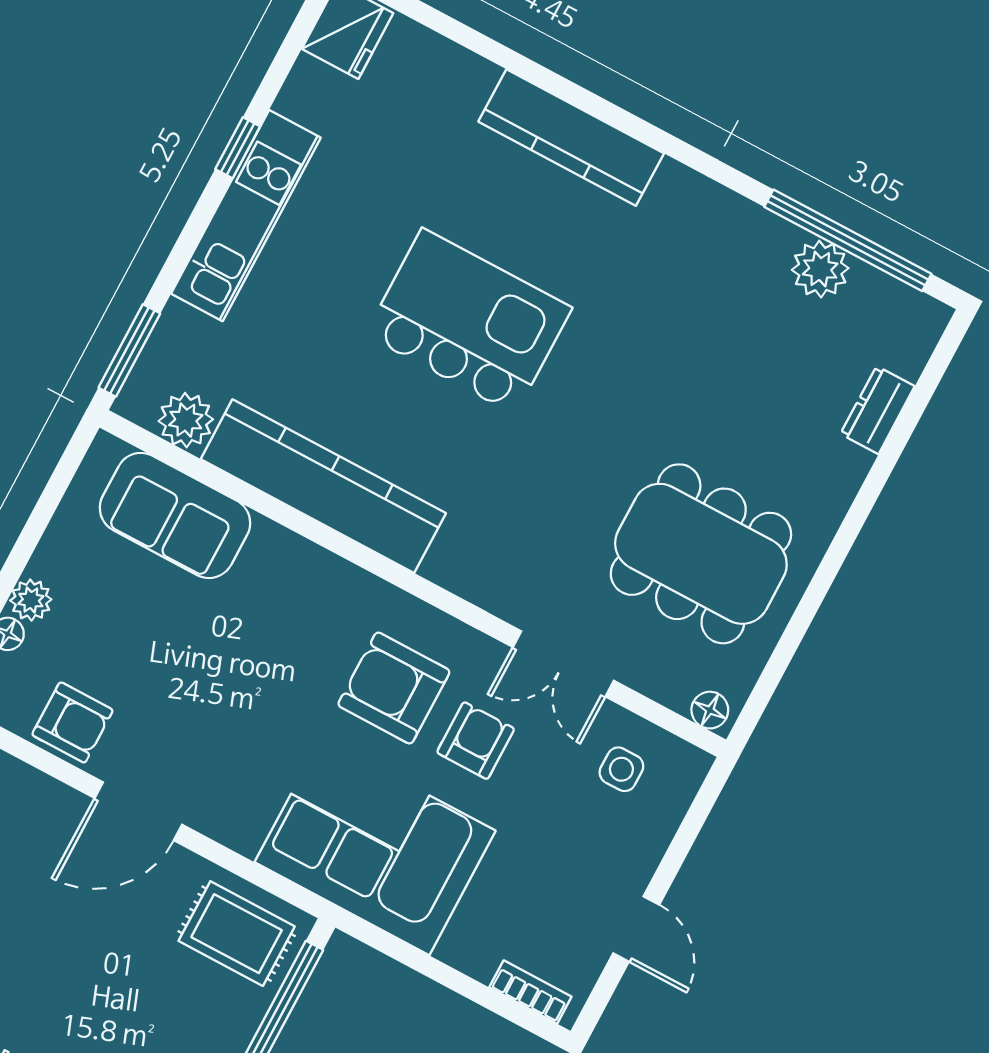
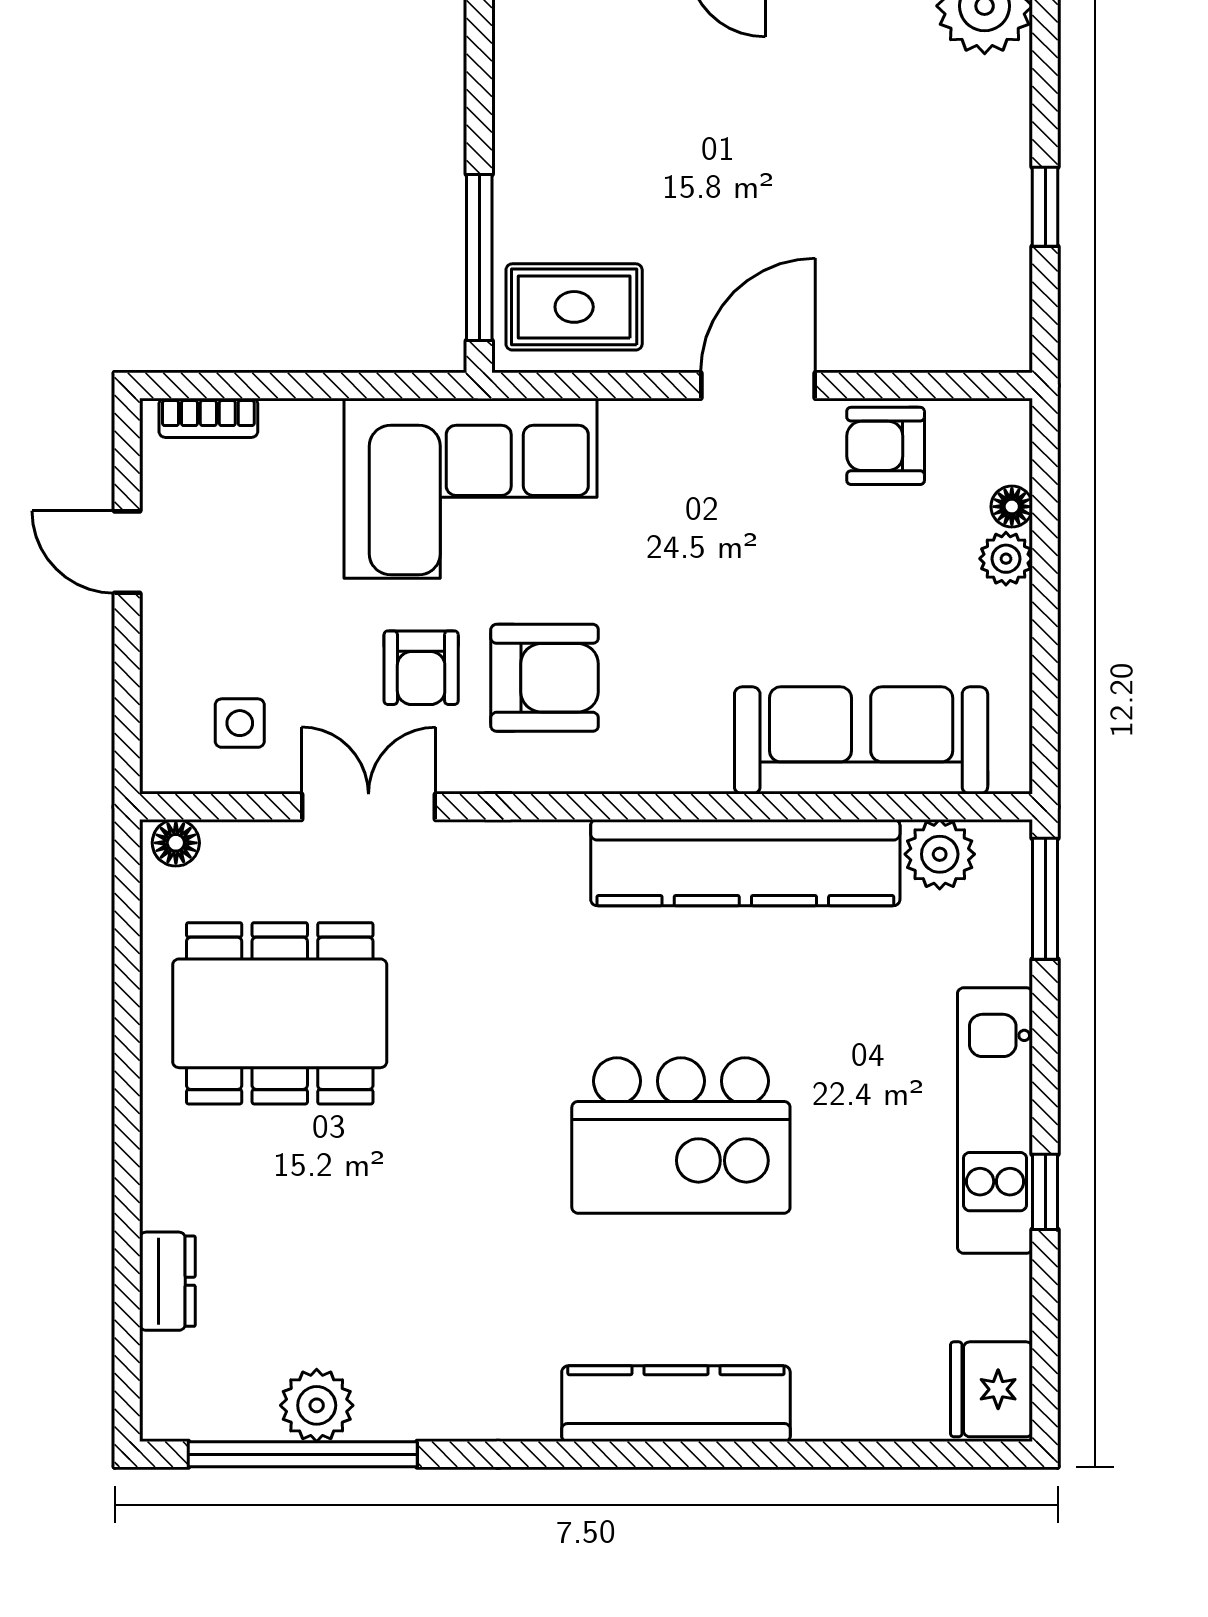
sofa: (175, 515) -> (861, 740), width x1.36

